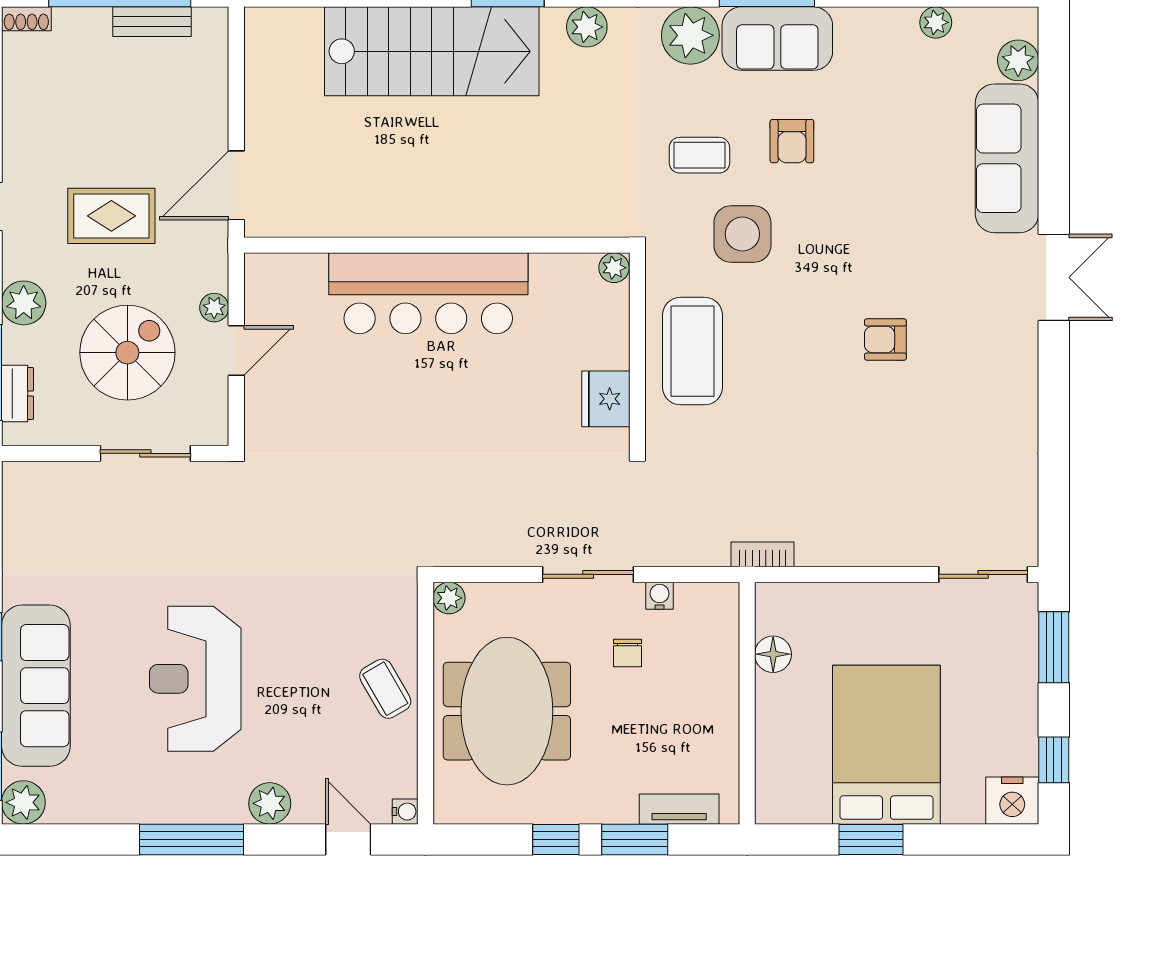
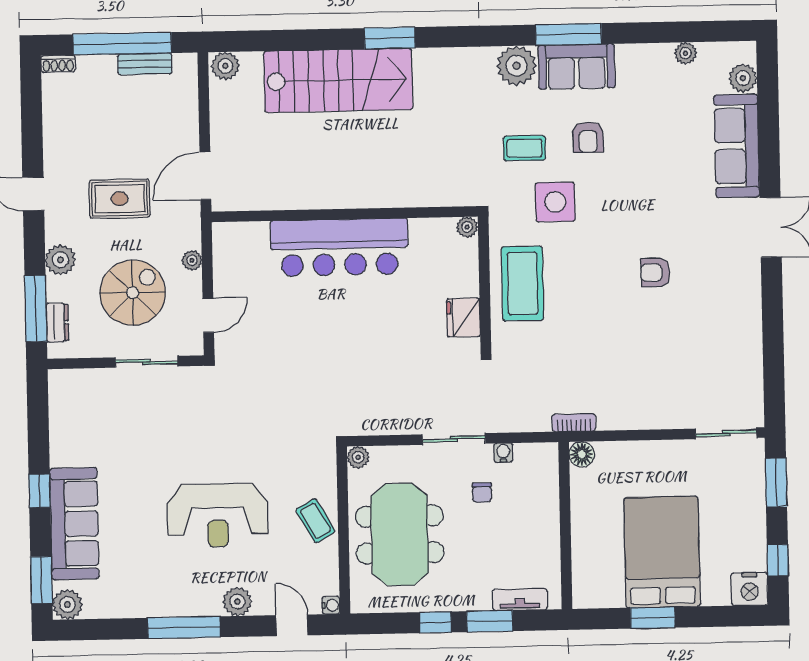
plant: (587, 27) -> (225, 66), moved
door: (236, 351) -> (208, 315), moved
floor lamp: (773, 654) -> (582, 454), moved
reception desk: (195, 679) -> (218, 515), moved, turned -90

